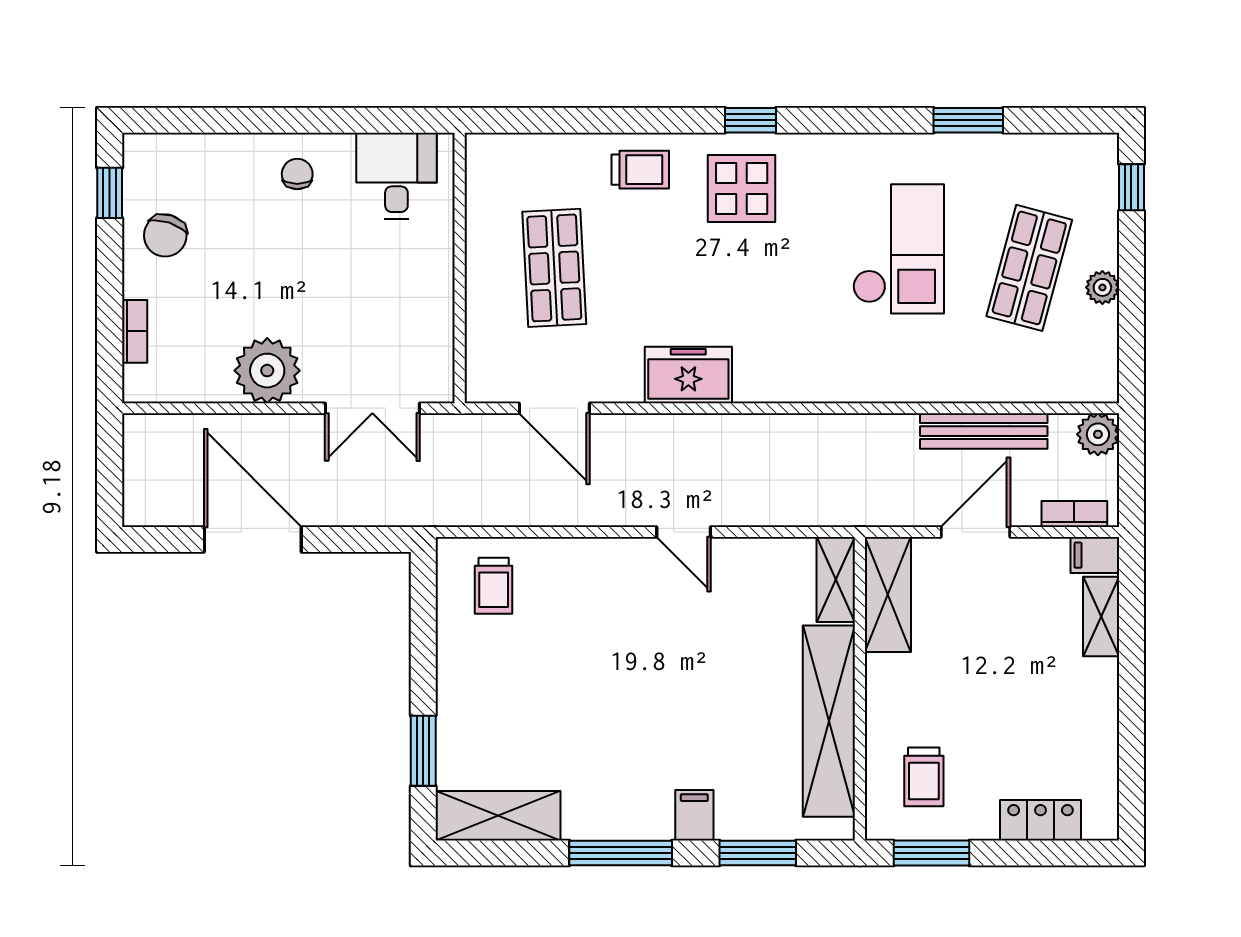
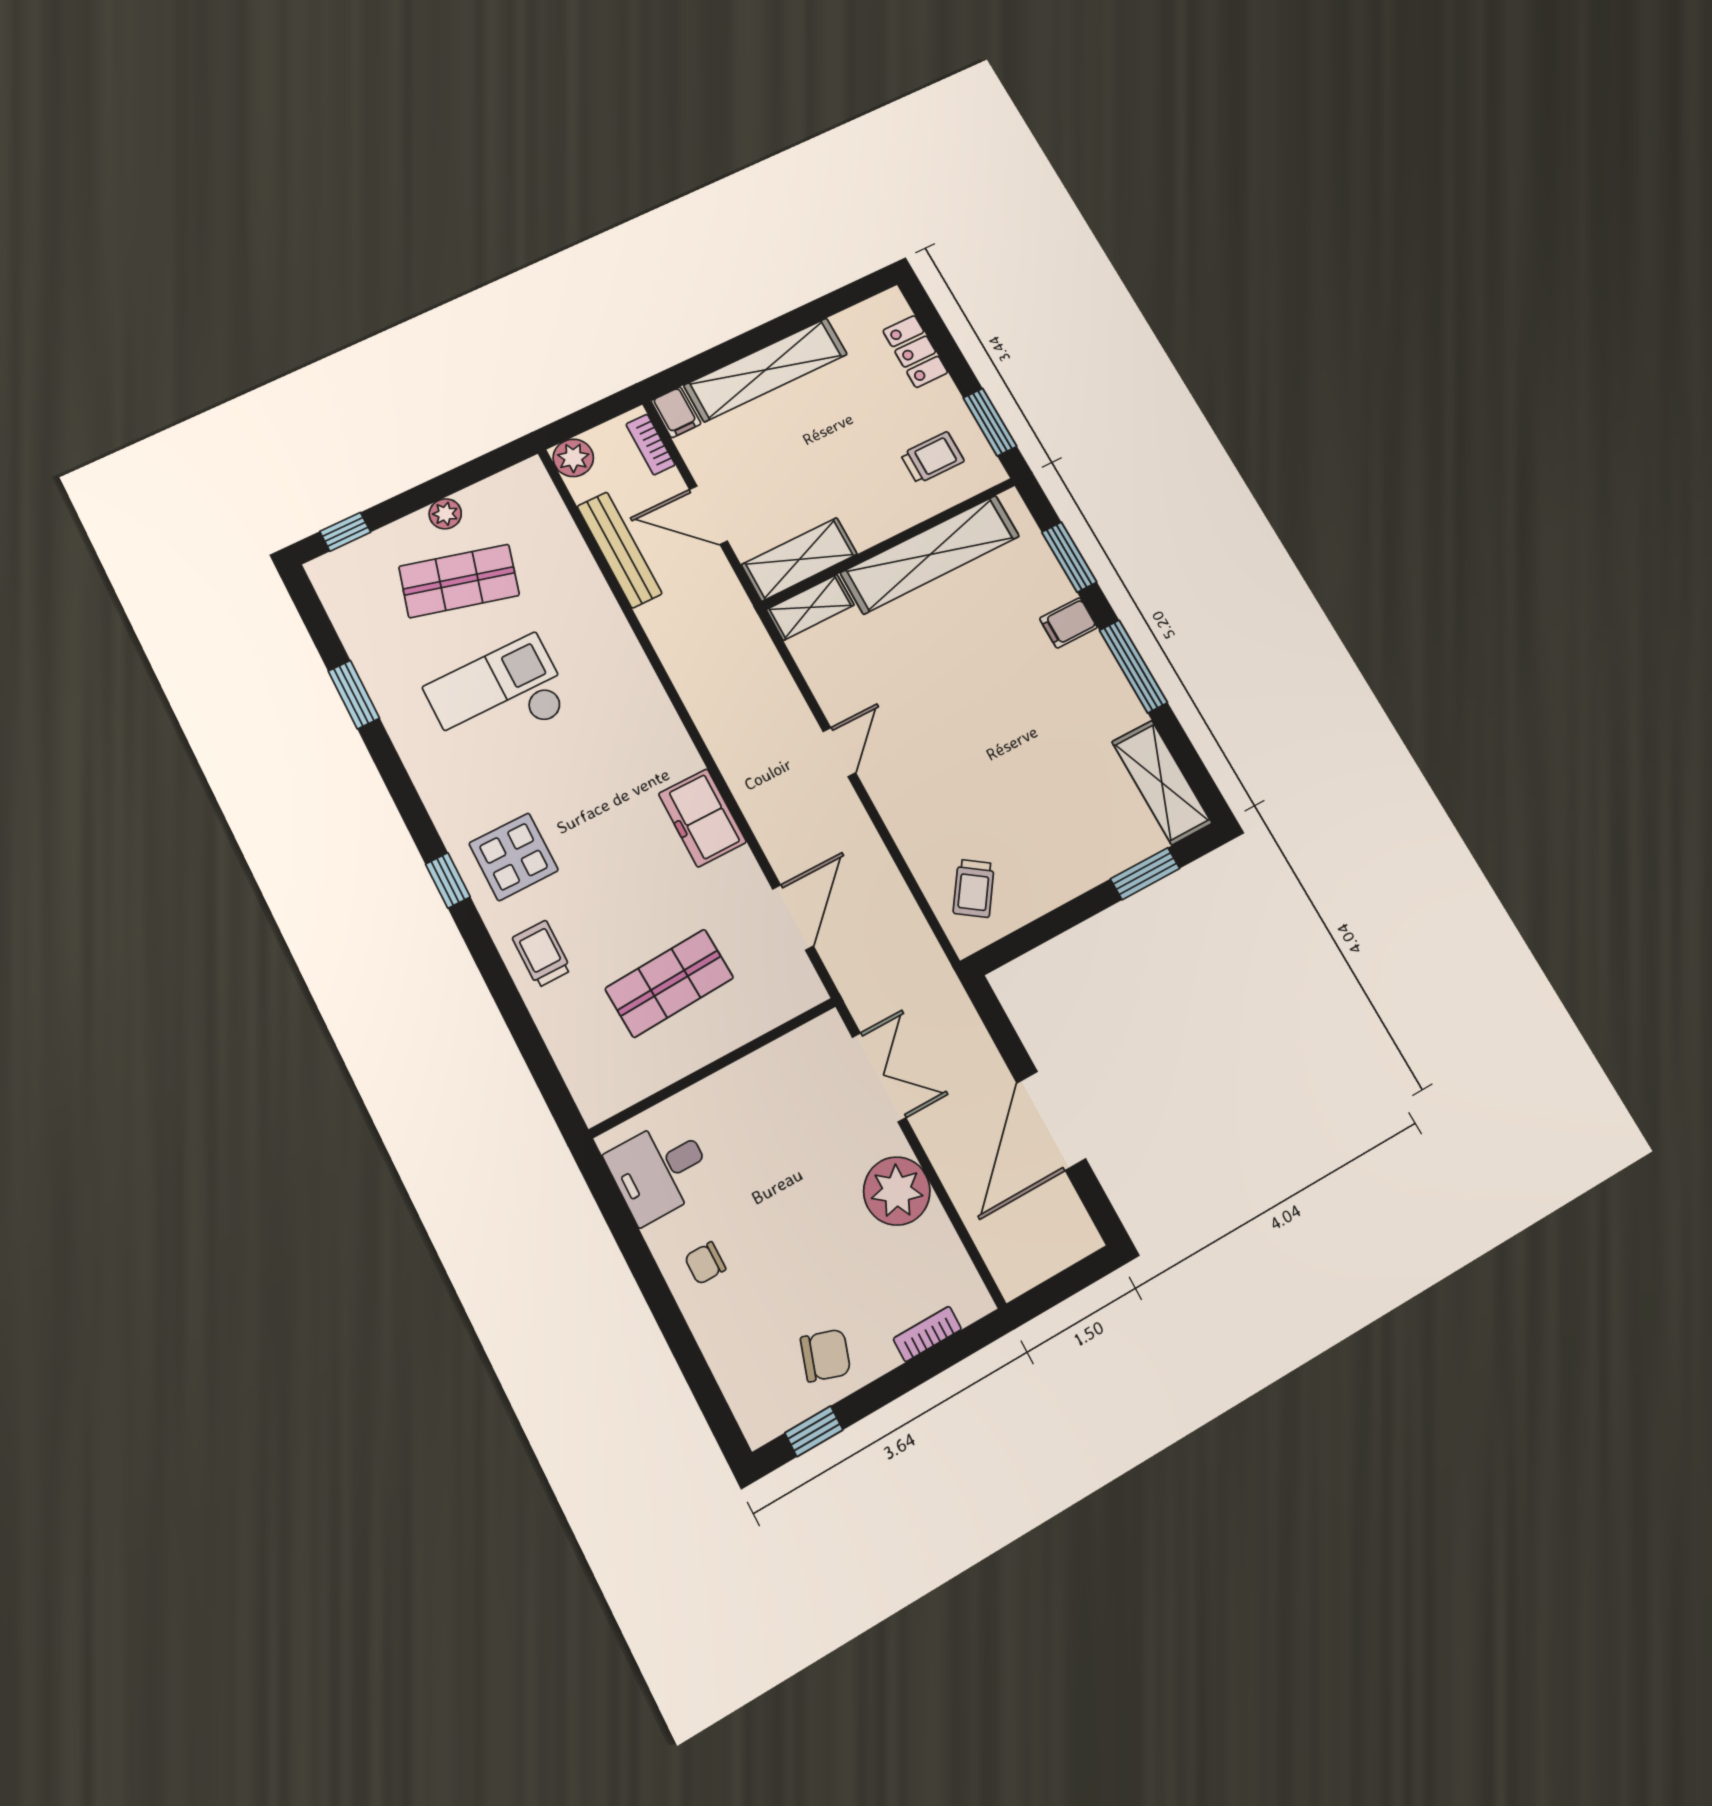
trolley: (494, 586) -> (974, 888), turned 125
shelving: (1101, 616) -> (766, 370), width x2.20, depth x1.33

